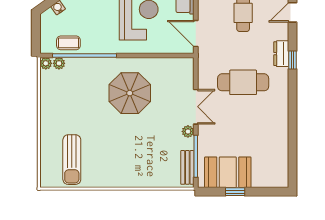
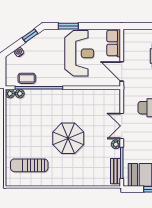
parasol: (130, 93) -> (68, 138), moved
double door: (196, 107) -> (122, 126), swing flipped
sun lounger: (72, 160) -> (29, 165), turned 90

